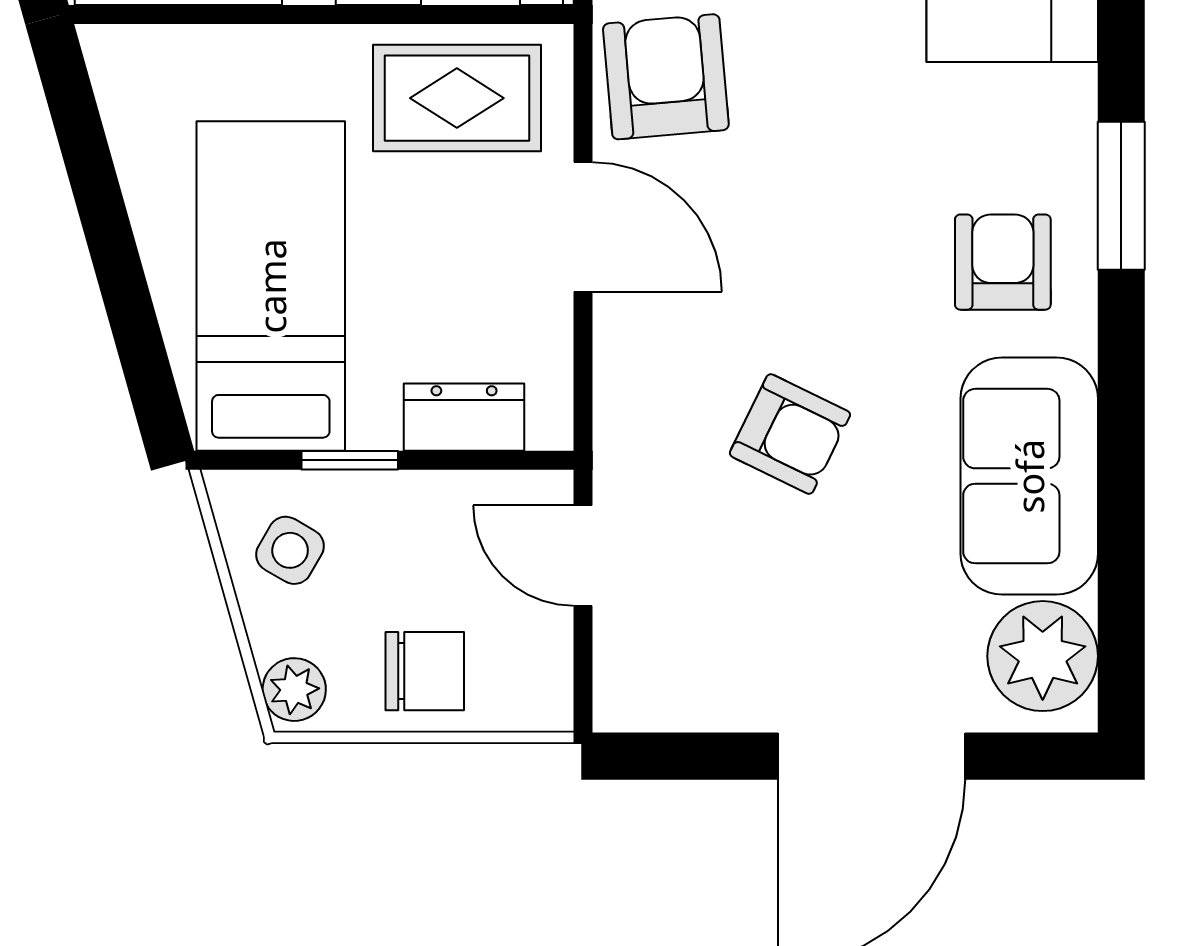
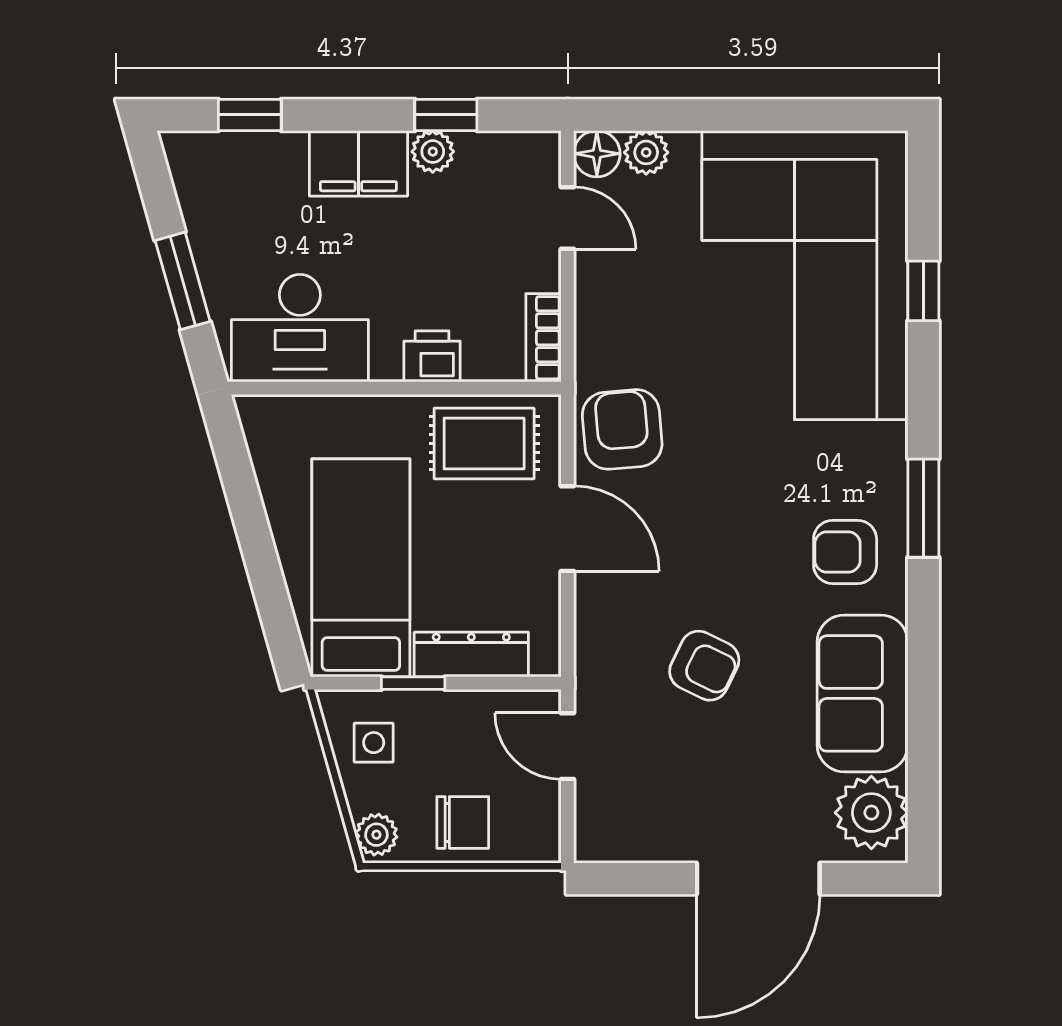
armchair: (1003, 262) -> (845, 552), turned -90
dresser: (464, 417) -> (471, 655), width x1.44
side table: (290, 550) -> (374, 743), turned -30

